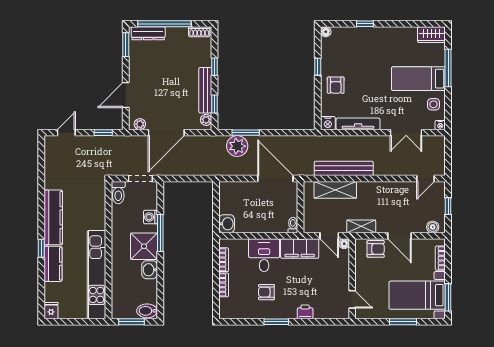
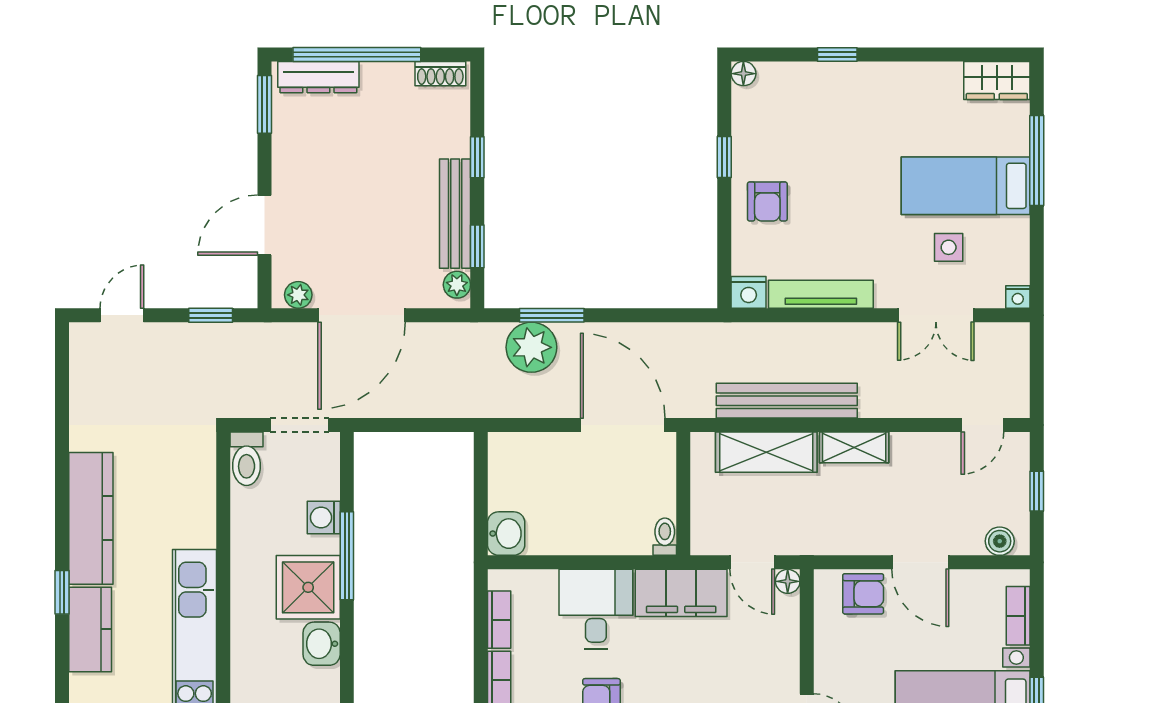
side table: (433, 104) -> (949, 247), moved
shelving: (361, 226) -> (854, 447), moved

